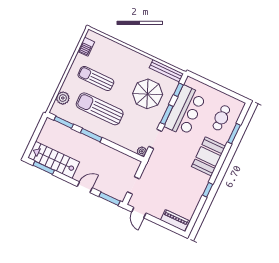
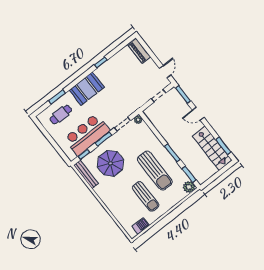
plant: (63, 98) -> (189, 187), moved

